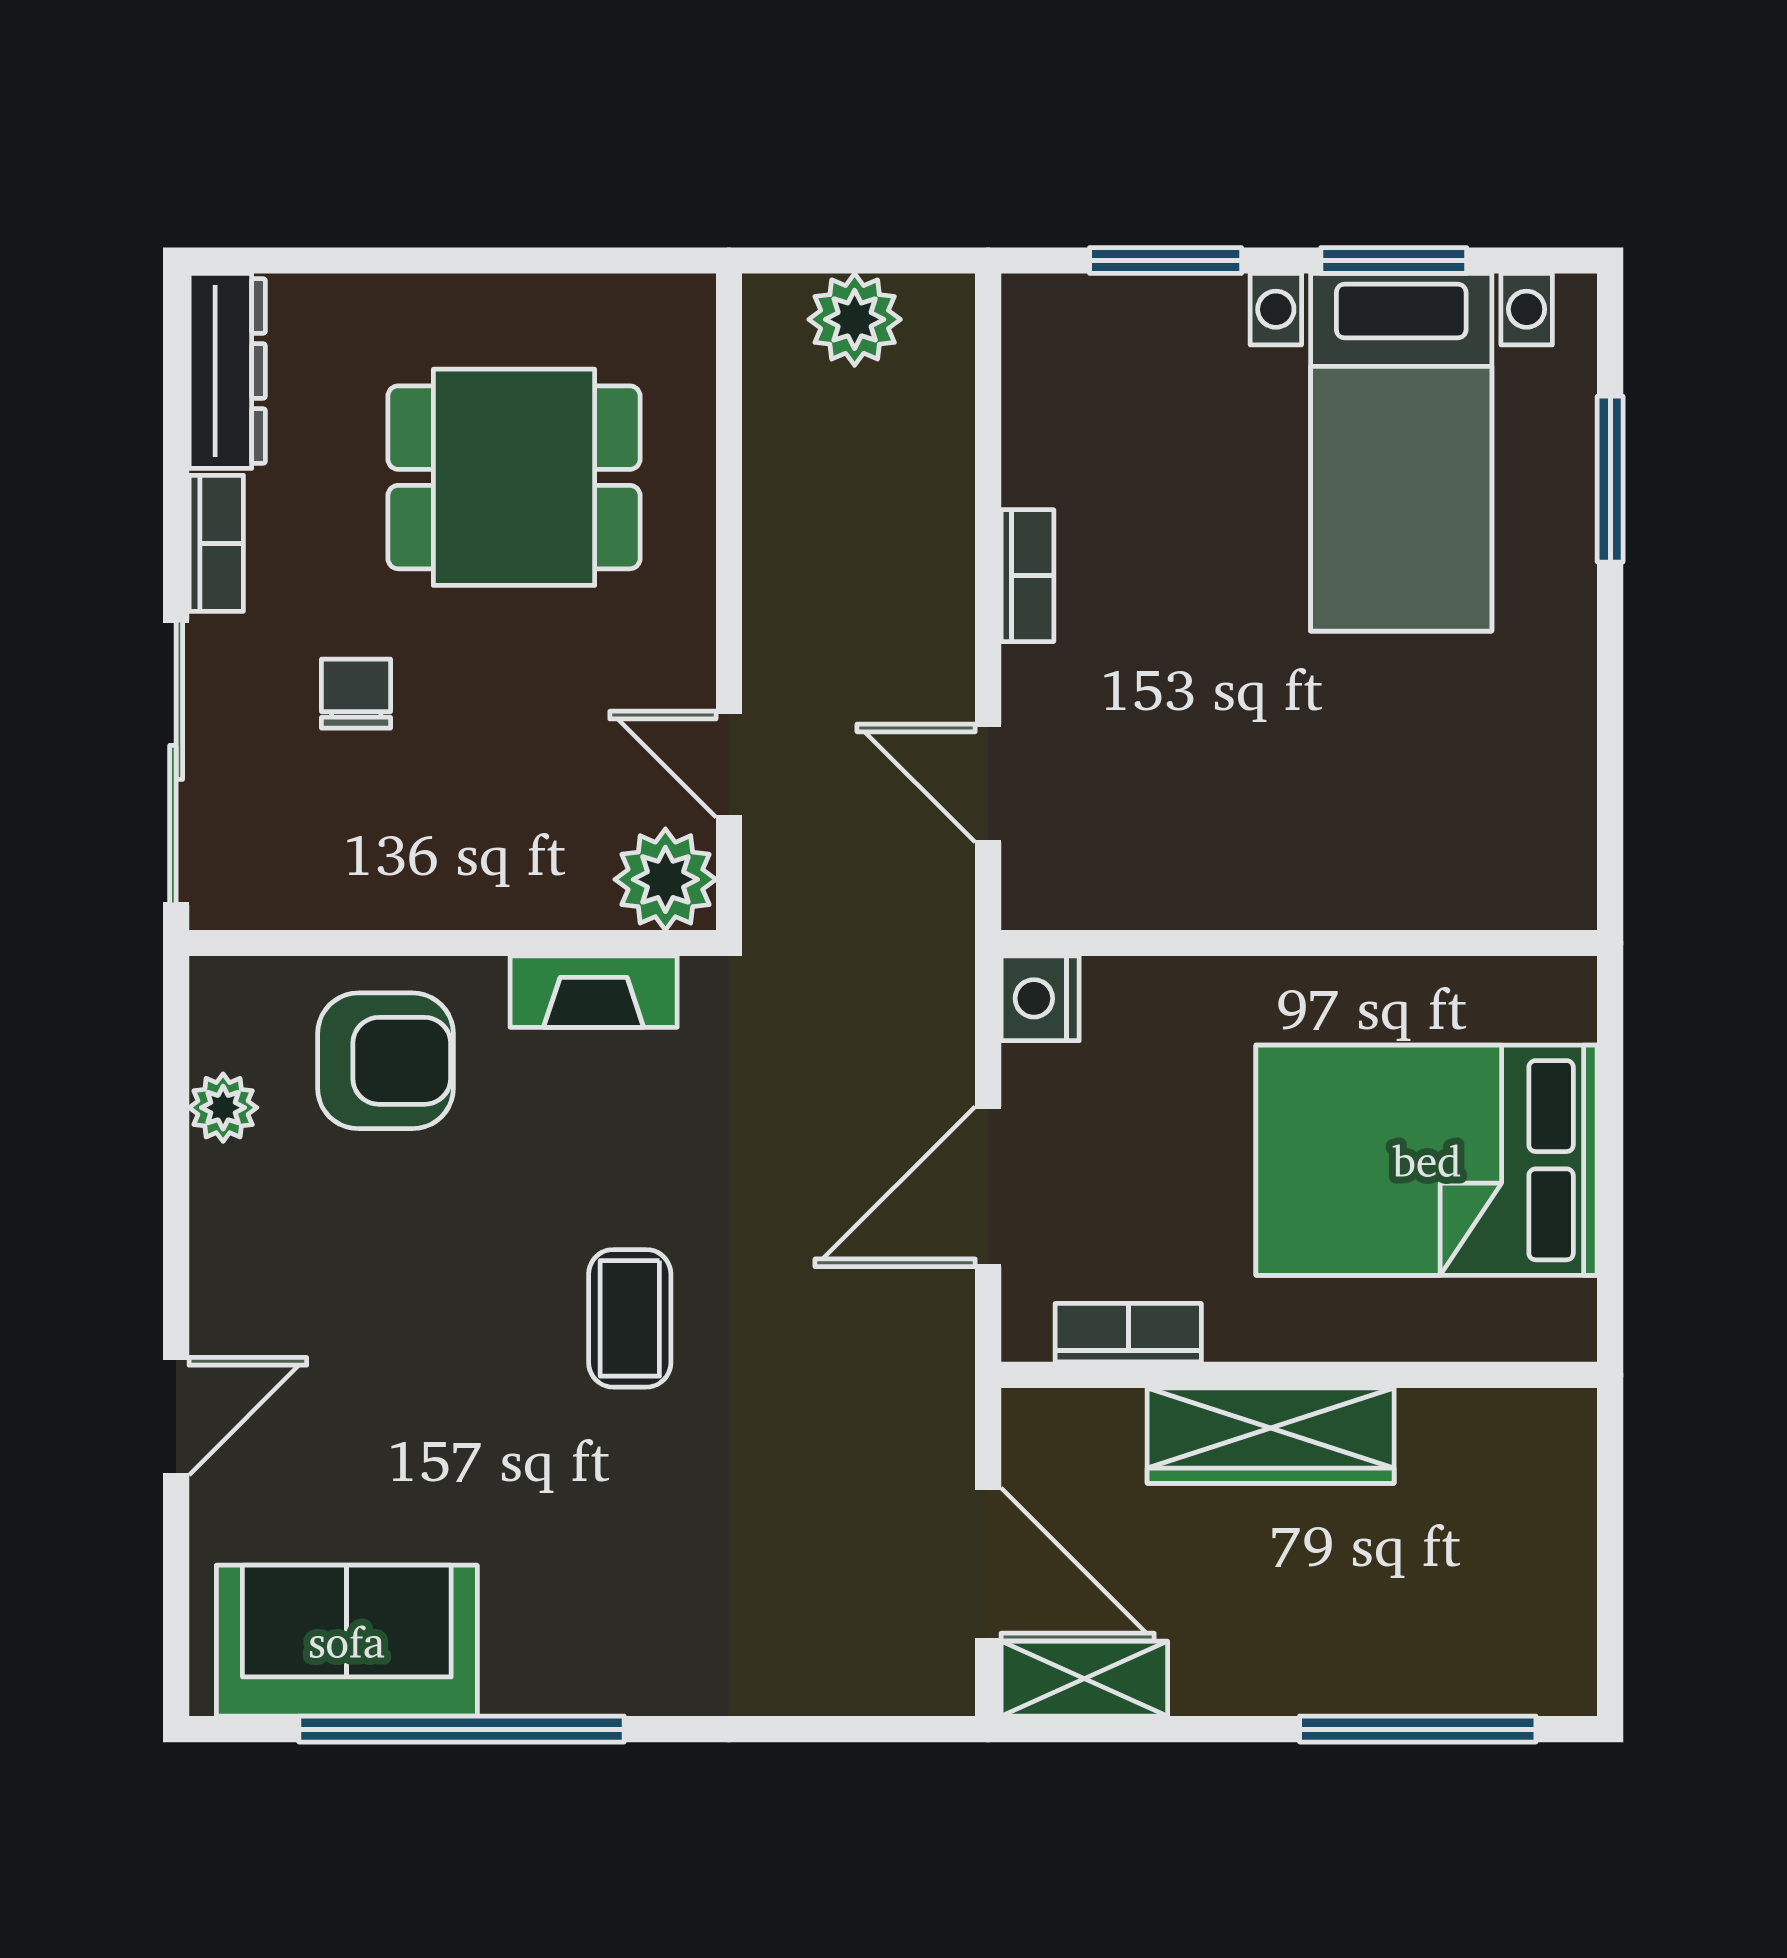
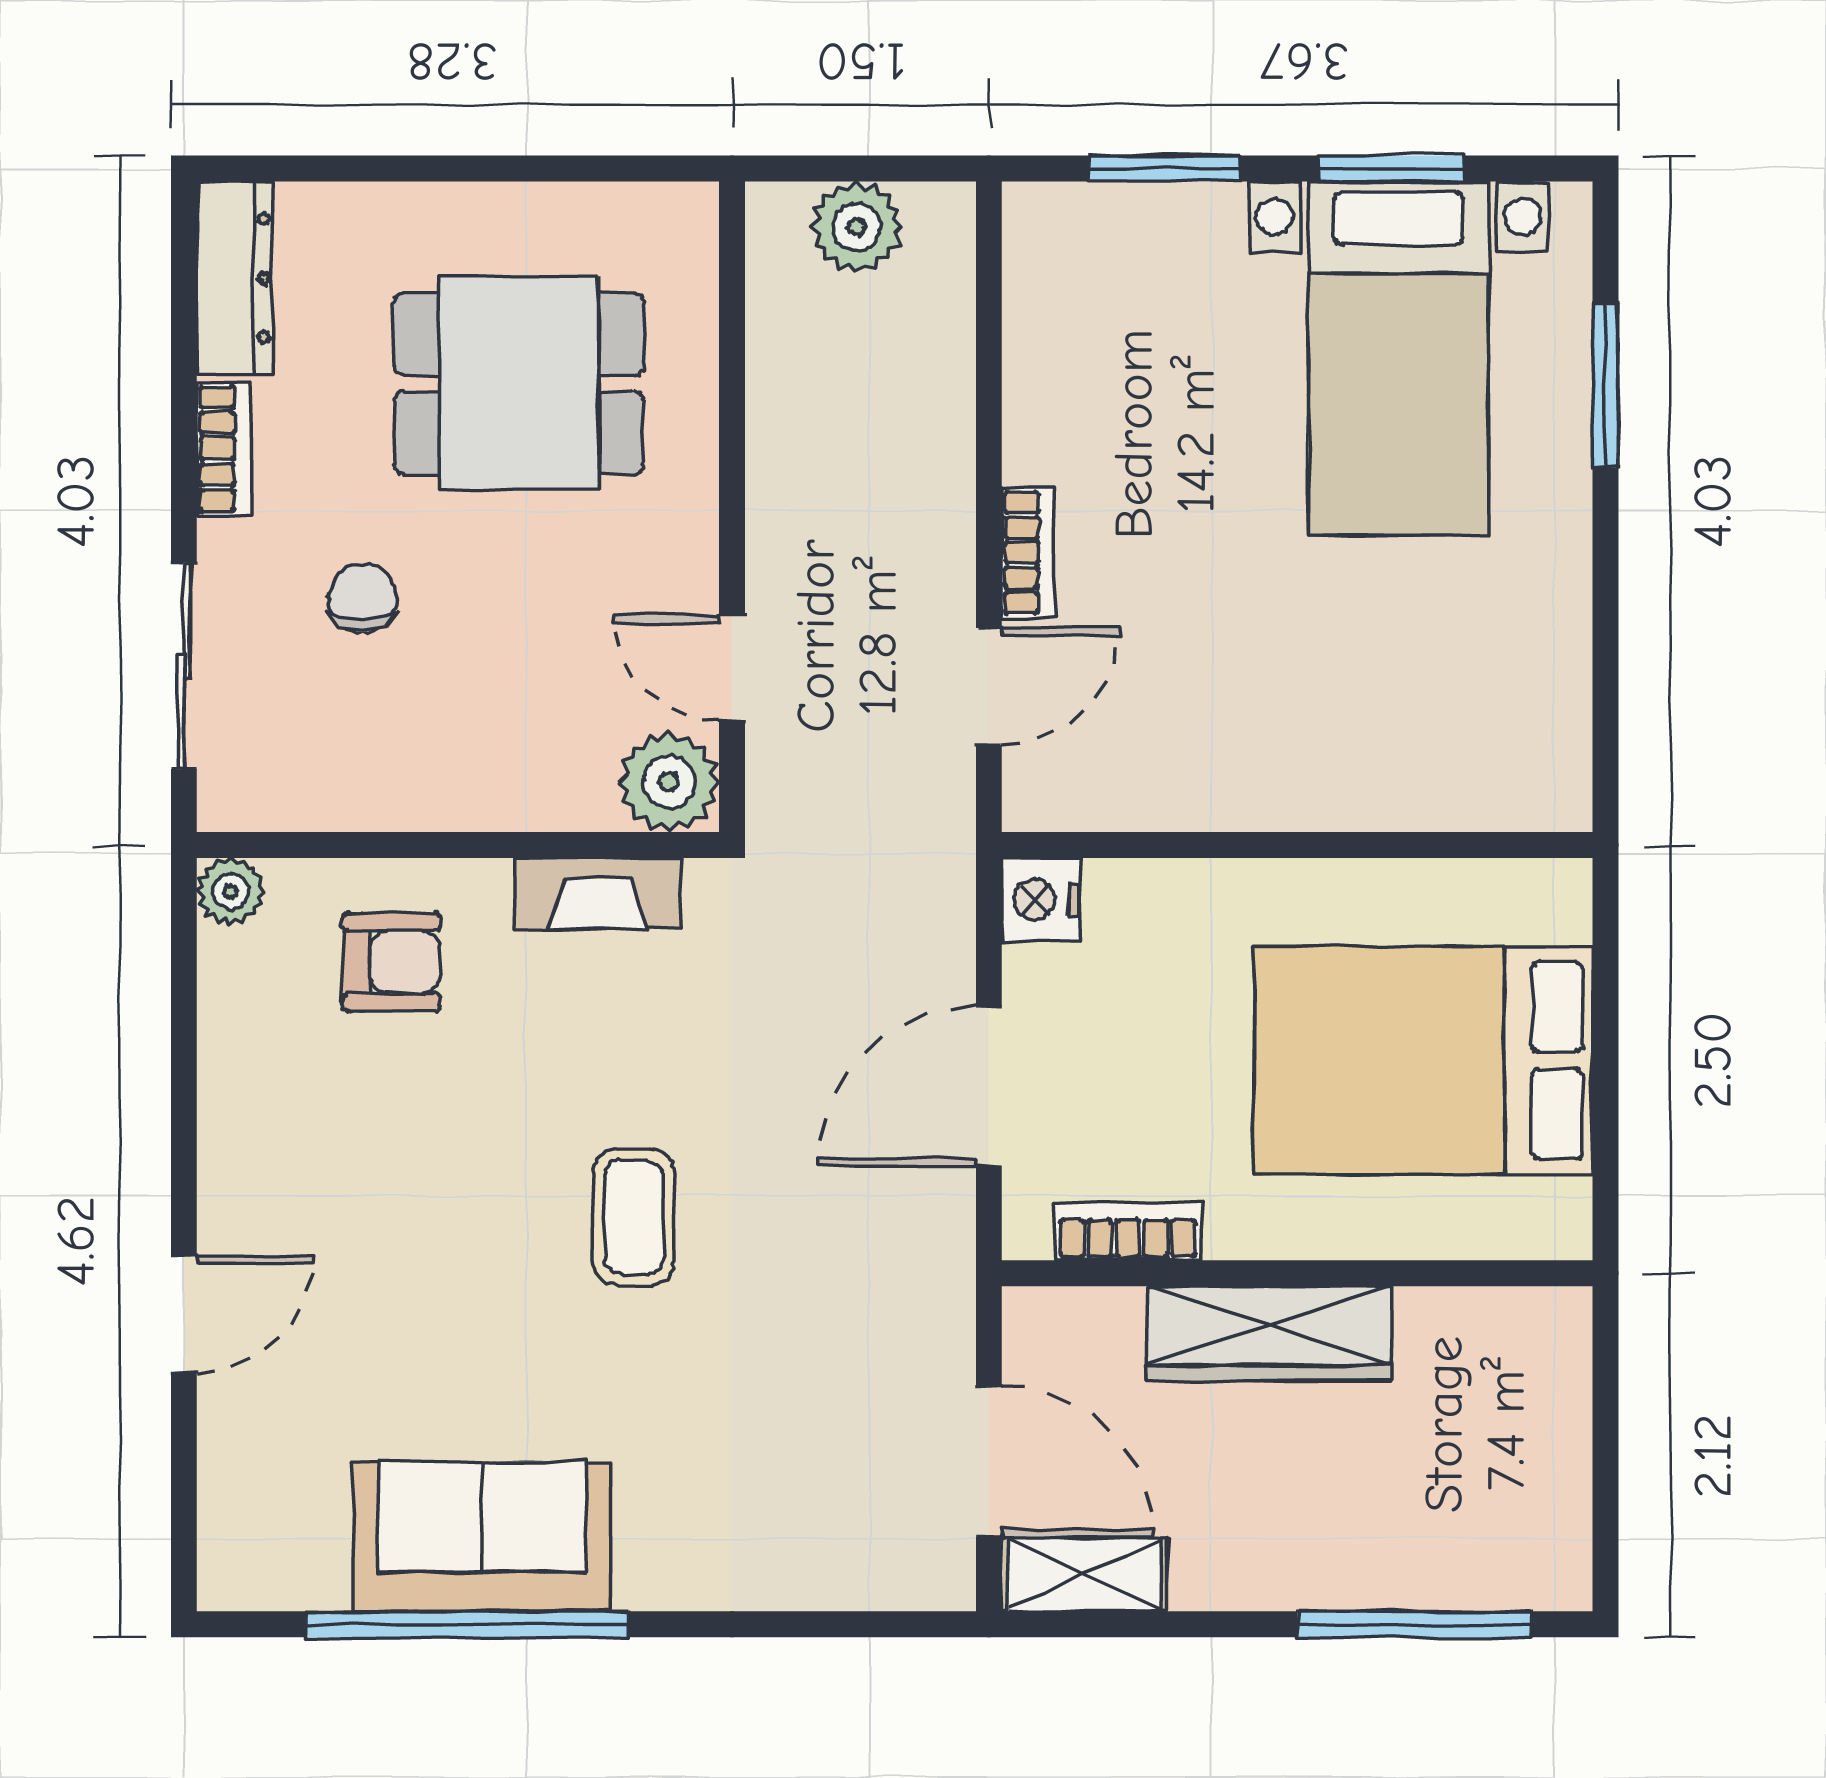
bookcase: (1027, 576) -> (1028, 553), moved
sliding door: (176, 762) -> (184, 666), width x0.73
door: (988, 783) -> (989, 687), swing flipped
armchair: (385, 1061) -> (391, 962), width x0.72, depth x0.72
plant: (223, 1108) -> (230, 892), moved
sofa: (347, 1641) -> (482, 1537), moved

